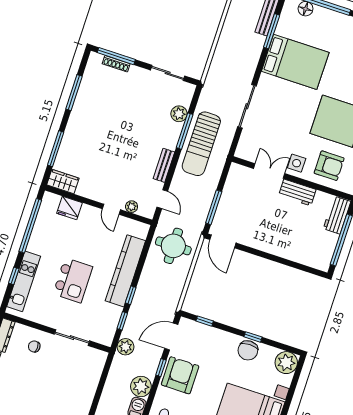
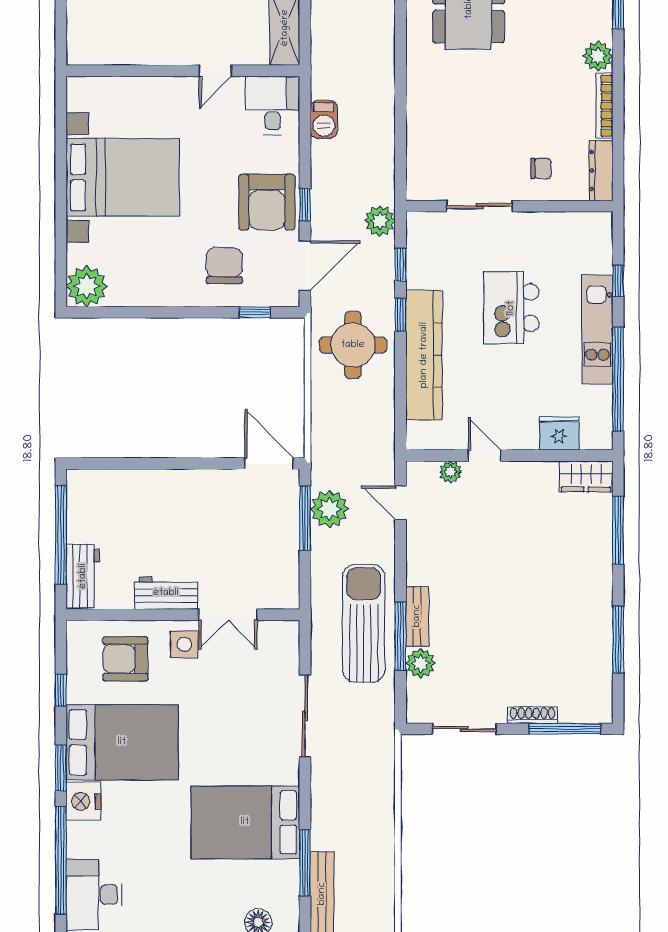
shoe rack: (116, 64) -> (532, 715), moved
bench: (164, 165) -> (417, 616), moved
round table: (173, 246) -> (353, 345), moved
kitchen unit: (24, 281) -> (597, 330), moved
window: (253, 337) -> (160, 312), removed
chair: (248, 350) -> (224, 266), moved
plant: (141, 386) -> (329, 509), moved

